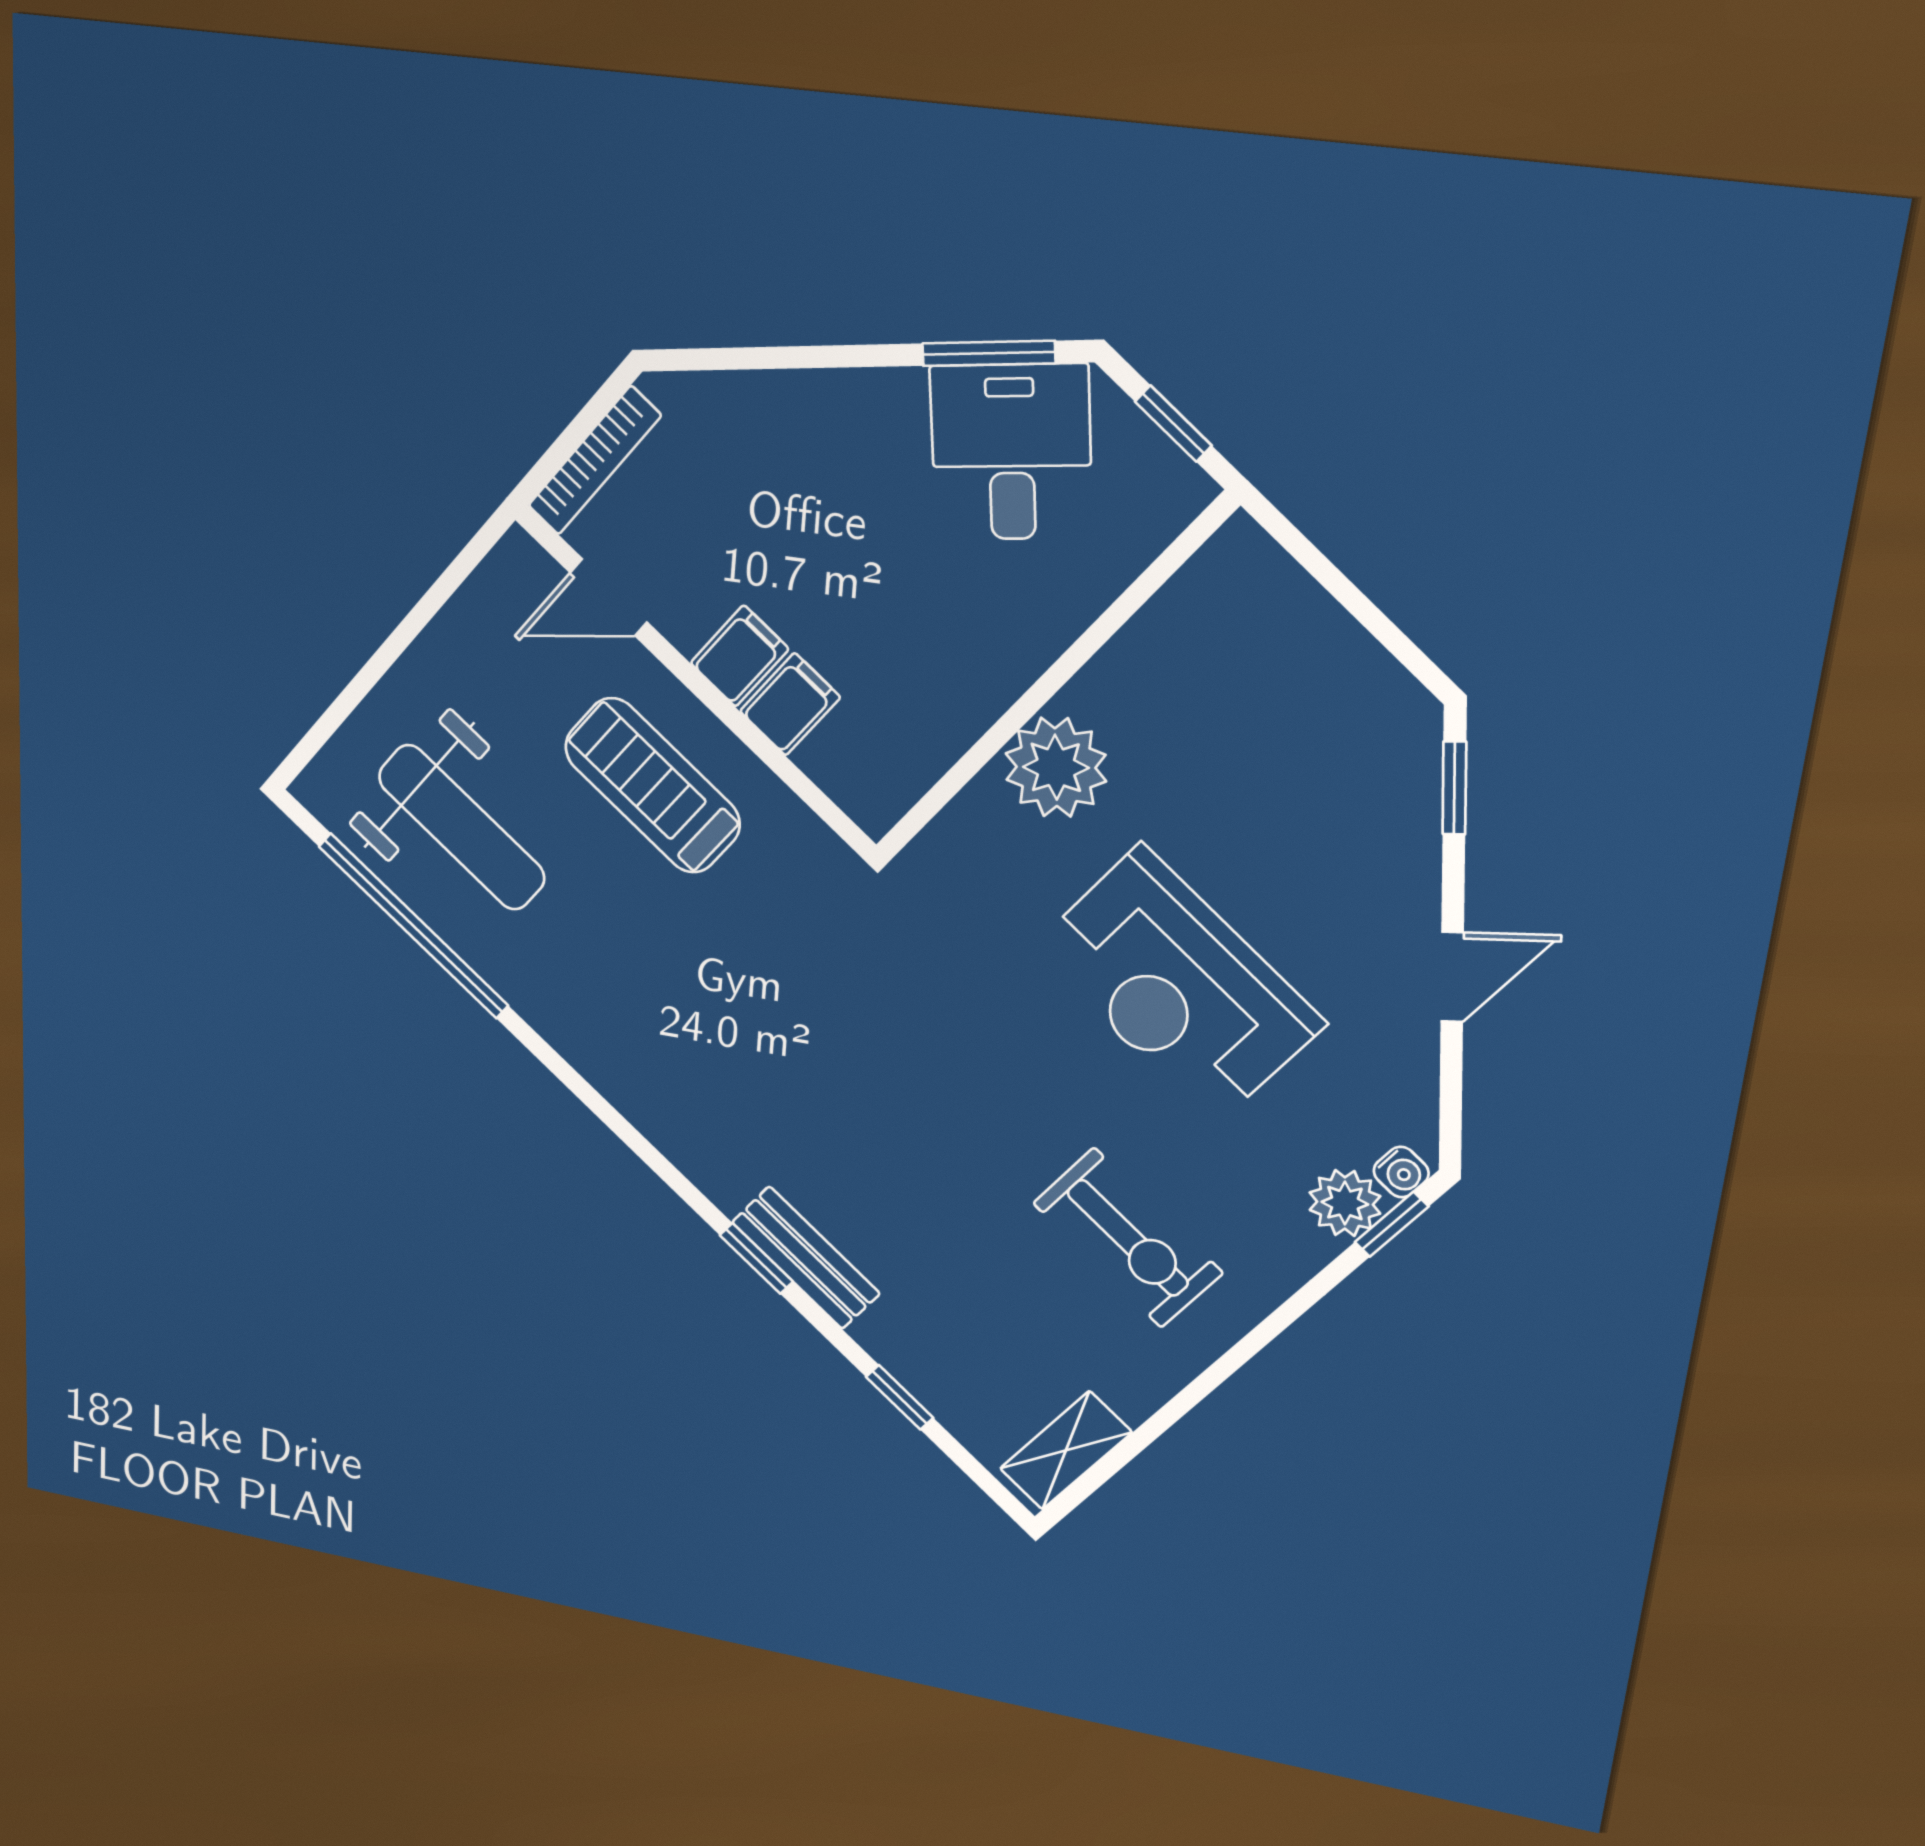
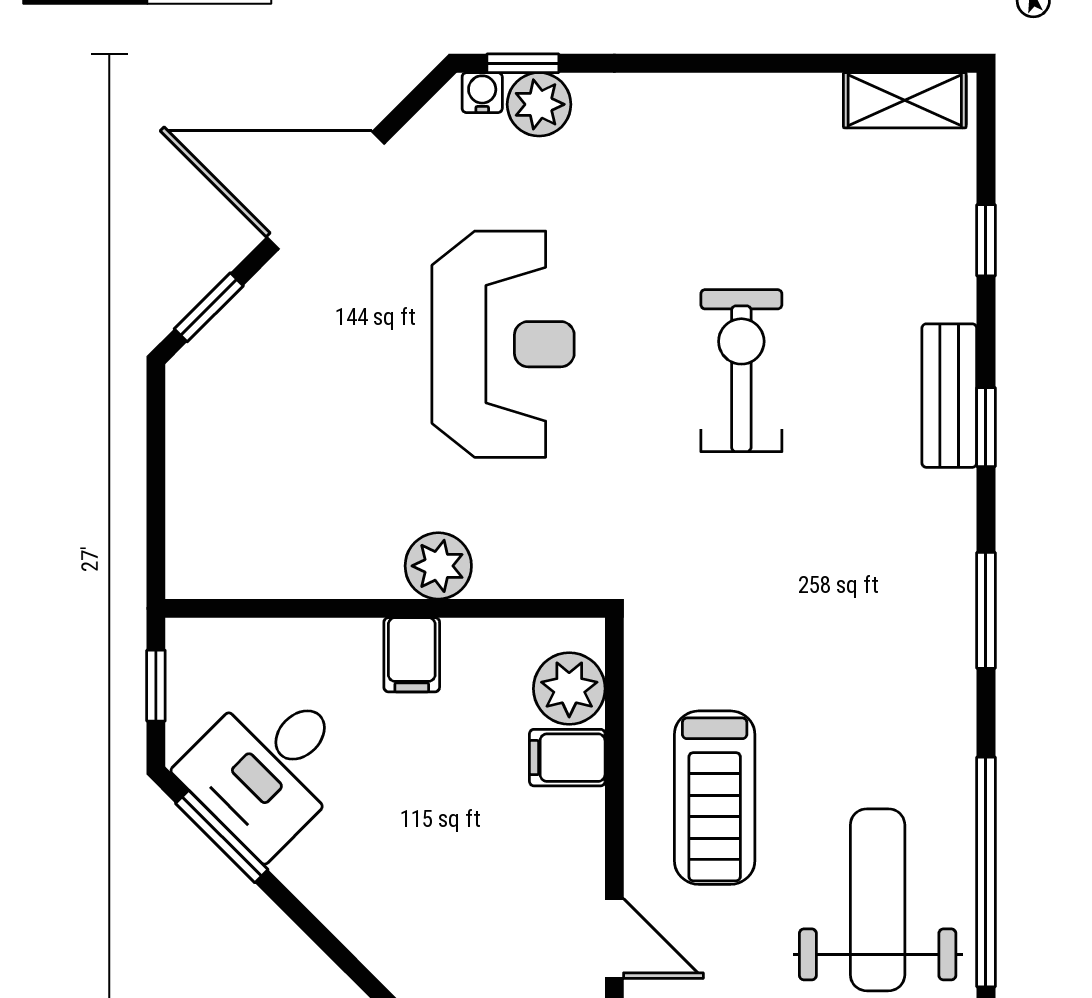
filing cabinet: (740, 656) -> (412, 655), moved, turned -90
plant: (845, 761) -> (569, 689), added
plant: (1056, 767) -> (438, 566), width x0.73, depth x0.73
door: (1452, 977) -> (326, 190), width x1.87
window: (615, 1122) -> (986, 610), added
exercise bike: (1128, 1238) -> (741, 371), moved

